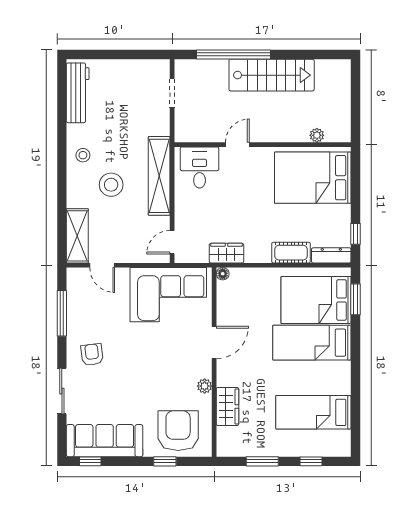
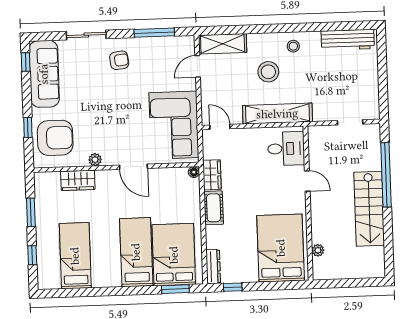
cot: (291, 253) -> (214, 208), moved

